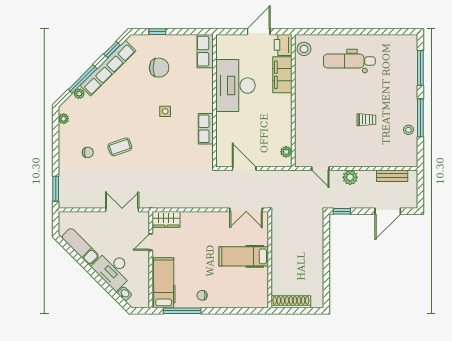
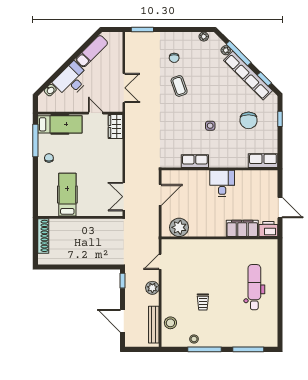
stool: (304, 49) -> (170, 323), moved
desk: (235, 86) -> (222, 183), width x0.53, depth x0.77
plant: (286, 152) -> (179, 227), width x1.87, depth x1.87
bench: (392, 176) -> (154, 325), width x1.36
hospital bed: (244, 256) -> (67, 195), moved

